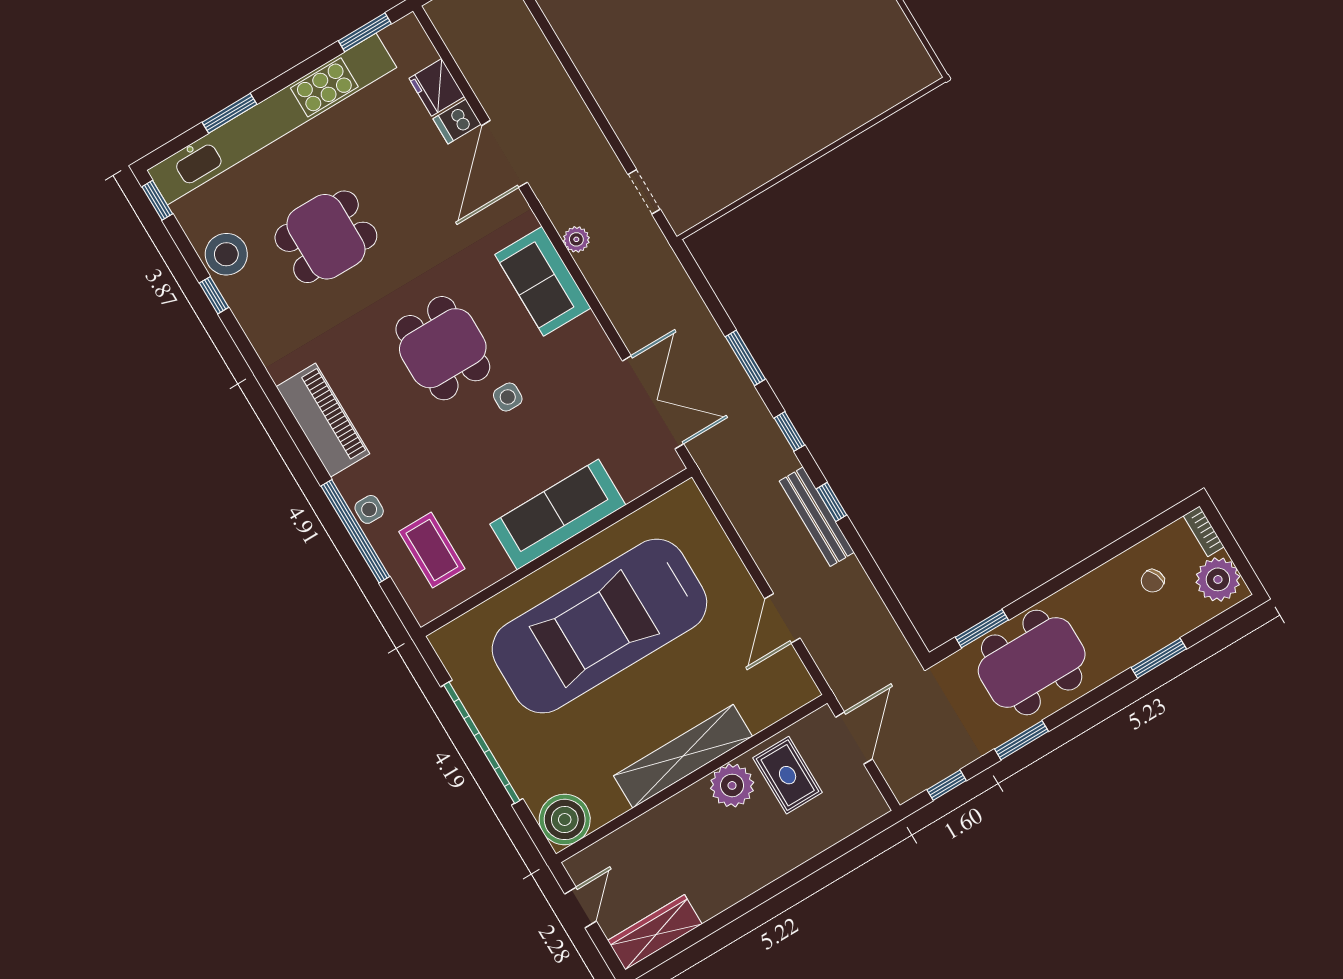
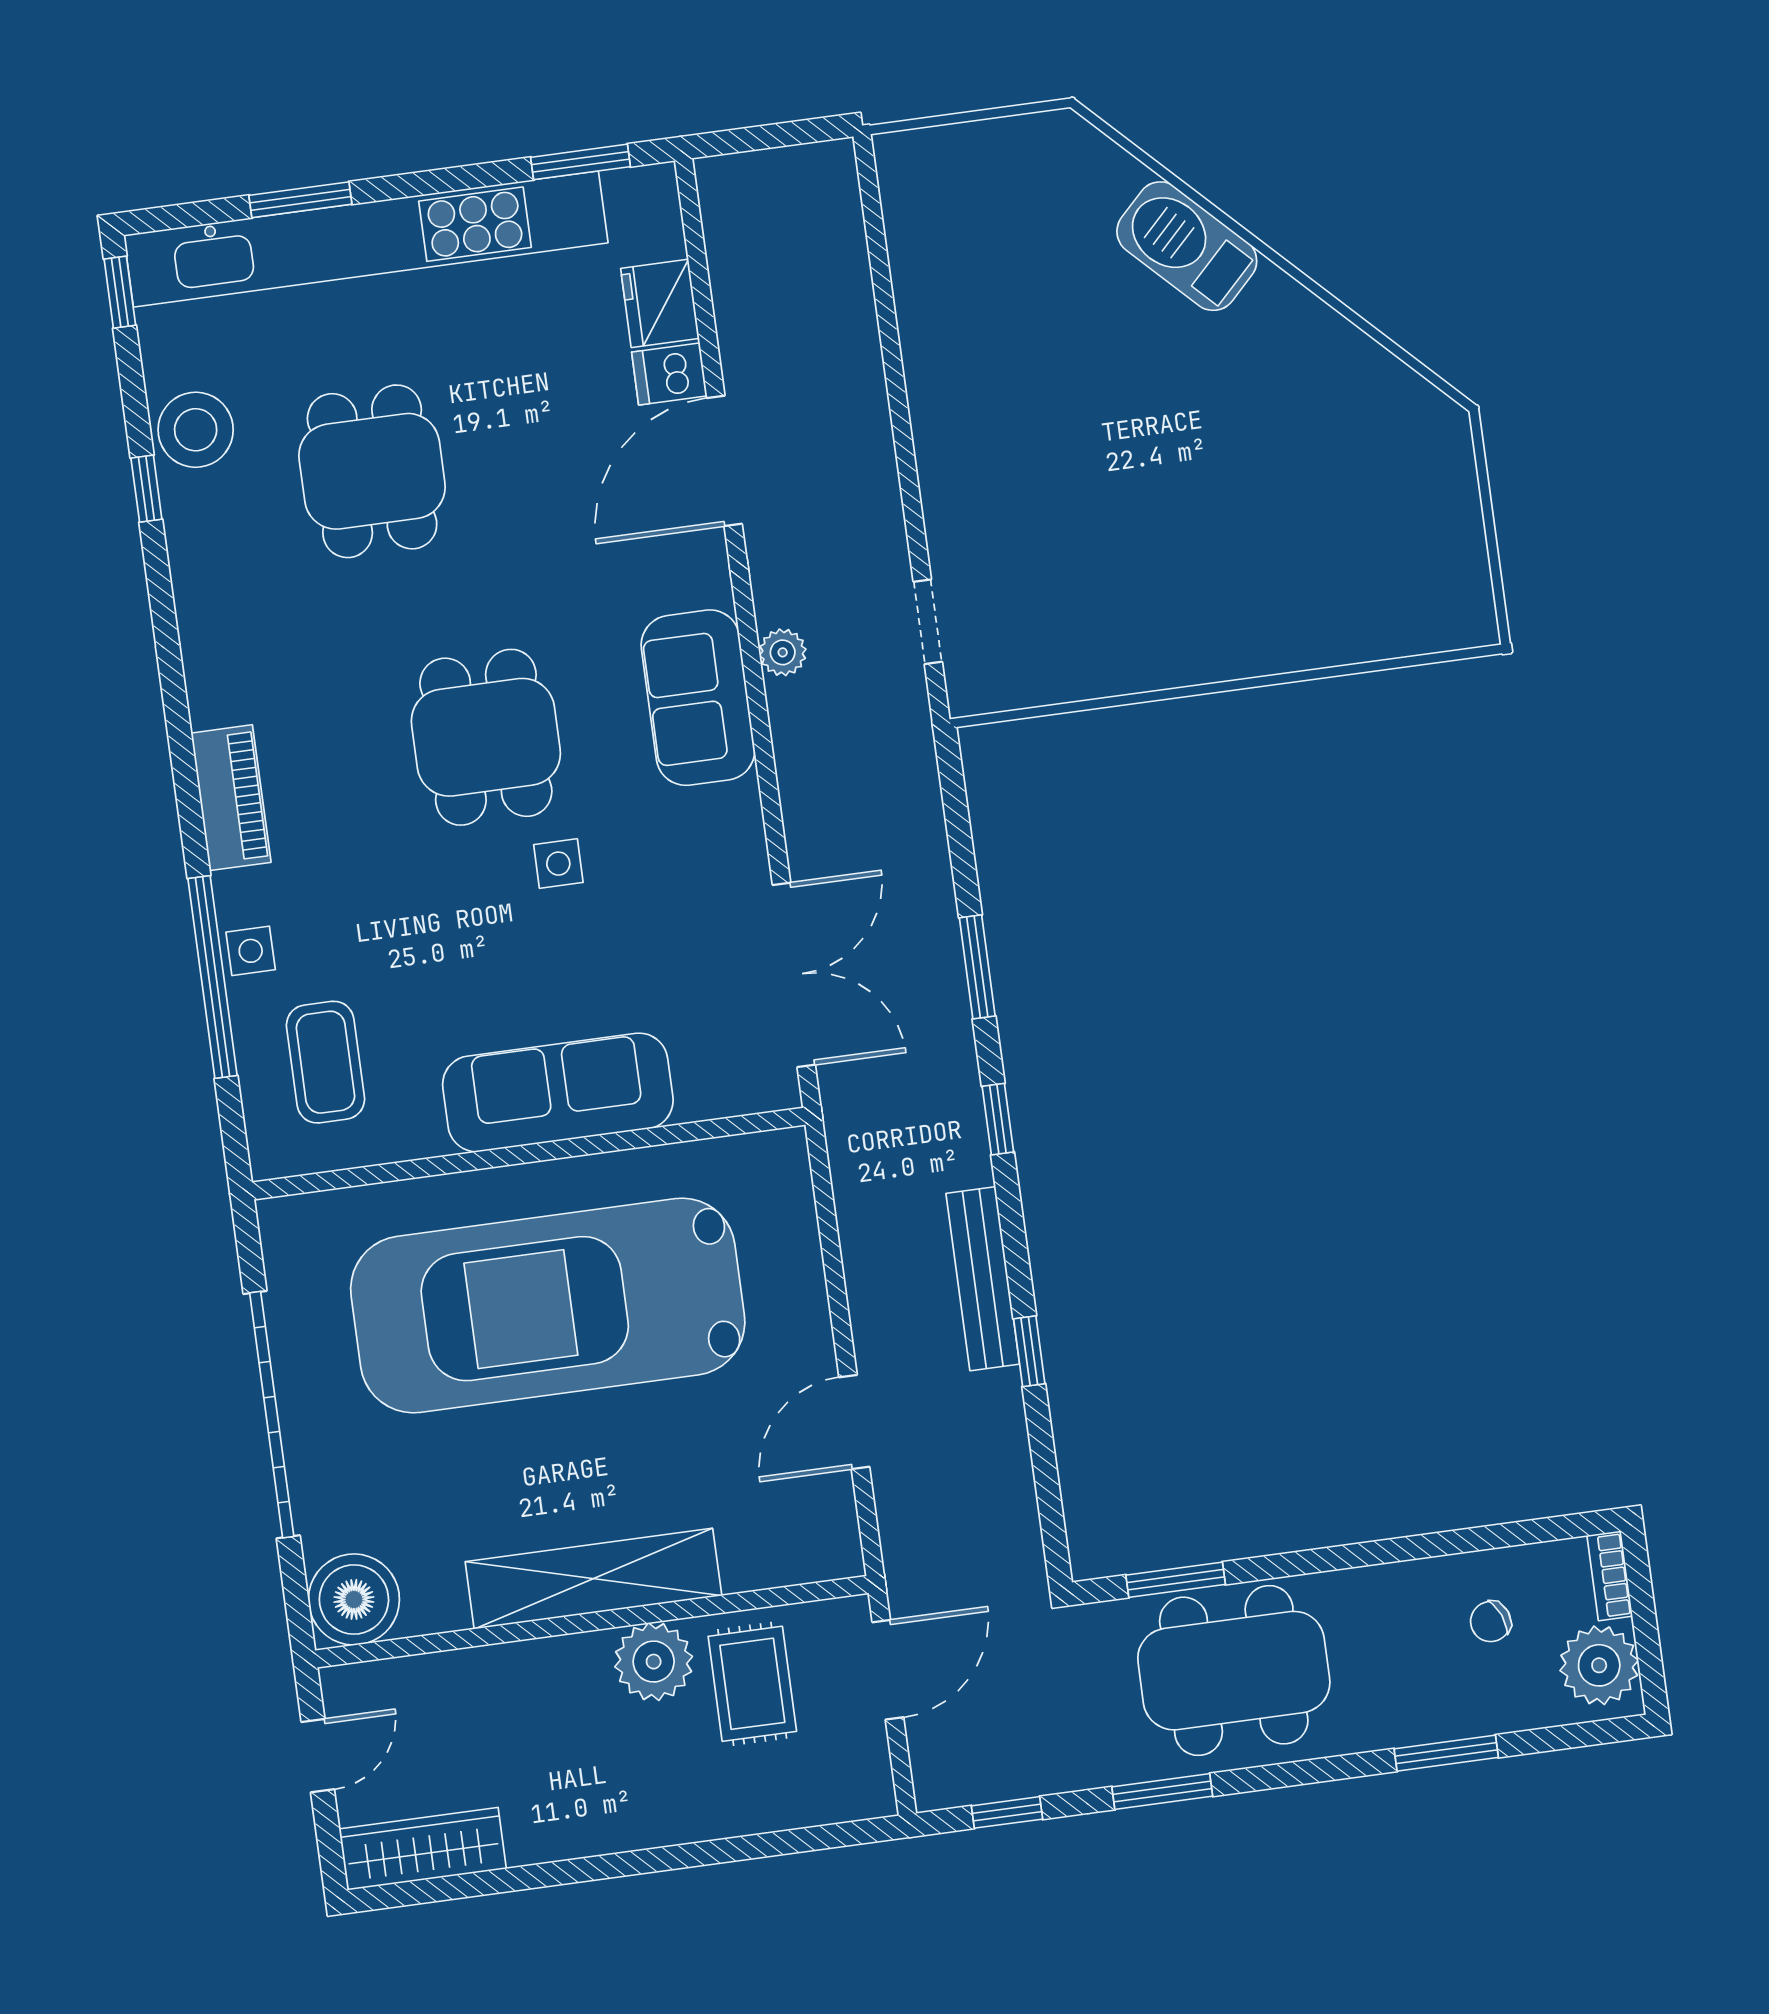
dining table: (326, 237) -> (372, 471), turned 90
piano: (323, 420) -> (231, 798), width x0.73, depth x0.75
window: (832, 502) -> (1029, 1351), moved

